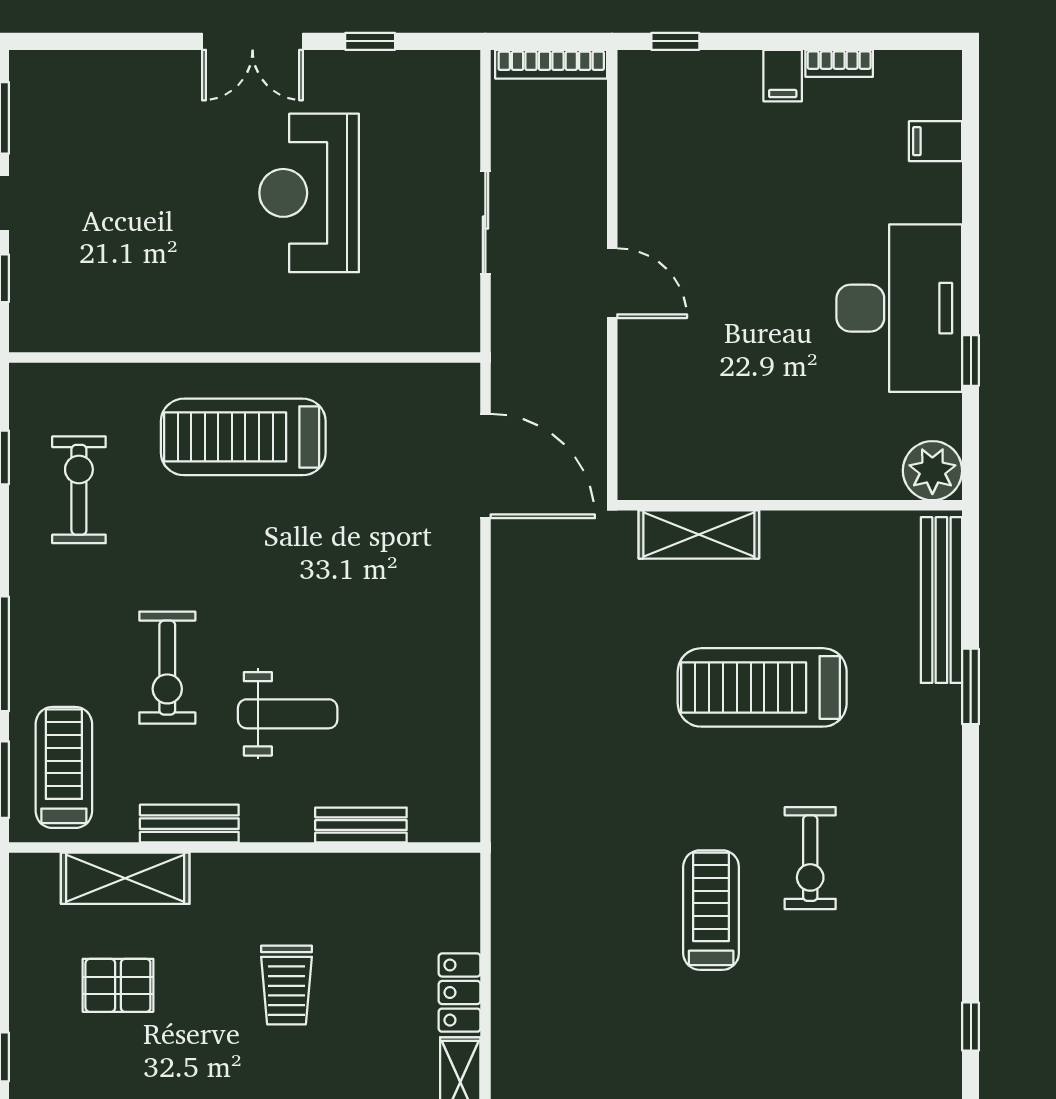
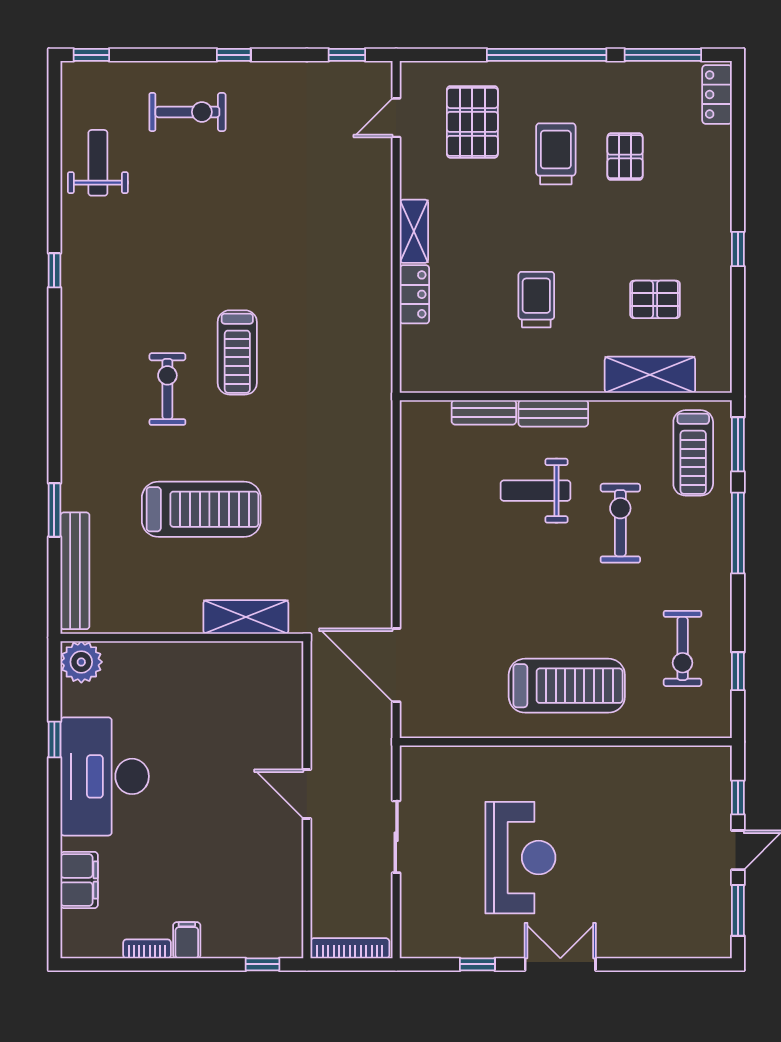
filing cabinet: (935, 141) -> (79, 880), width x2.00
bench: (189, 824) -> (553, 413), moved

